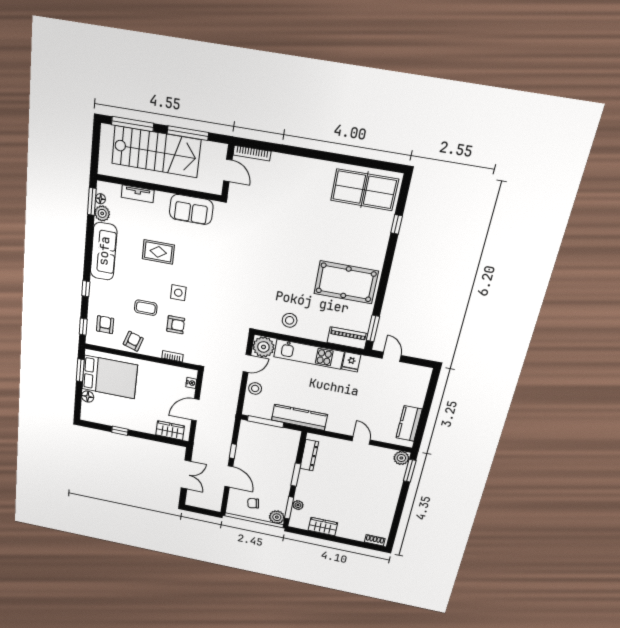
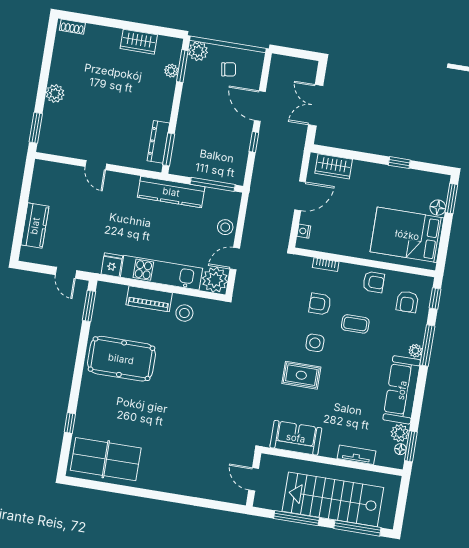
bookcase: (252, 153) -> (227, 497), removed
rug: (158, 252) -> (301, 375), moved
plant: (95, 284) -> (415, 351), added
window: (86, 289) -> (427, 345), width x2.17
piano: (347, 338) -> (149, 299), moved
armchair: (133, 341) -> (374, 282), turned -108
window: (80, 370) -> (451, 199), moved
kitchen counter: (409, 423) -> (35, 226), moved
plant: (401, 458) -> (55, 94), moved
window: (296, 475) -> (169, 149), moved

